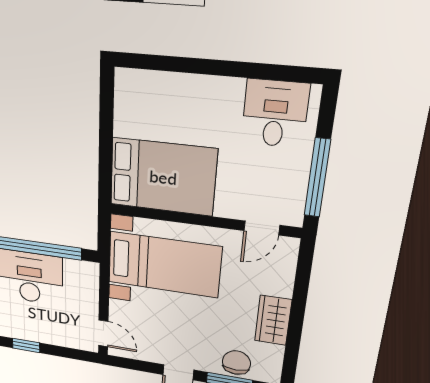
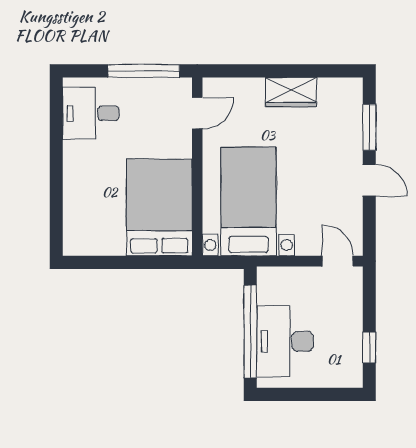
door: (262, 228) -> (197, 113), hinge flipped
door: (103, 333) -> (338, 261), hinge flipped
chair: (236, 363) -> (346, 122), removed

